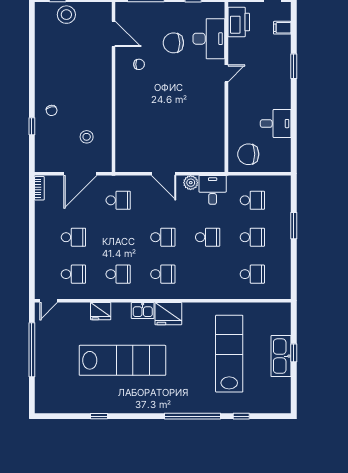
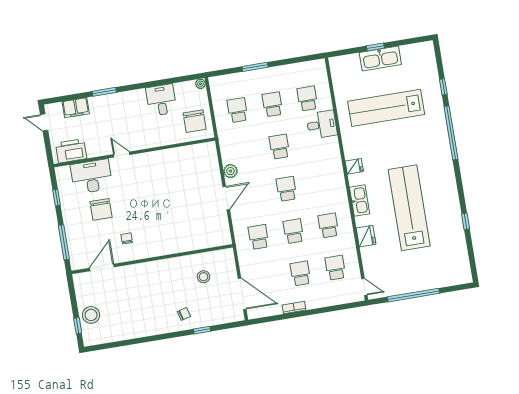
filing cabinet: (282, 28) -> (76, 108), width x2.00
plant: (286, 167) -> (201, 84), added
door: (80, 174) -> (242, 294), moved
bookcase: (39, 188) -> (294, 308), moved
desk: (213, 190) -> (322, 125), moved, turned 180
school desk: (163, 274) -> (293, 231), moved
kitchen sink: (143, 311) -> (360, 200), width x1.38
fridge: (168, 314) -> (354, 166), width x0.53, depth x0.75

